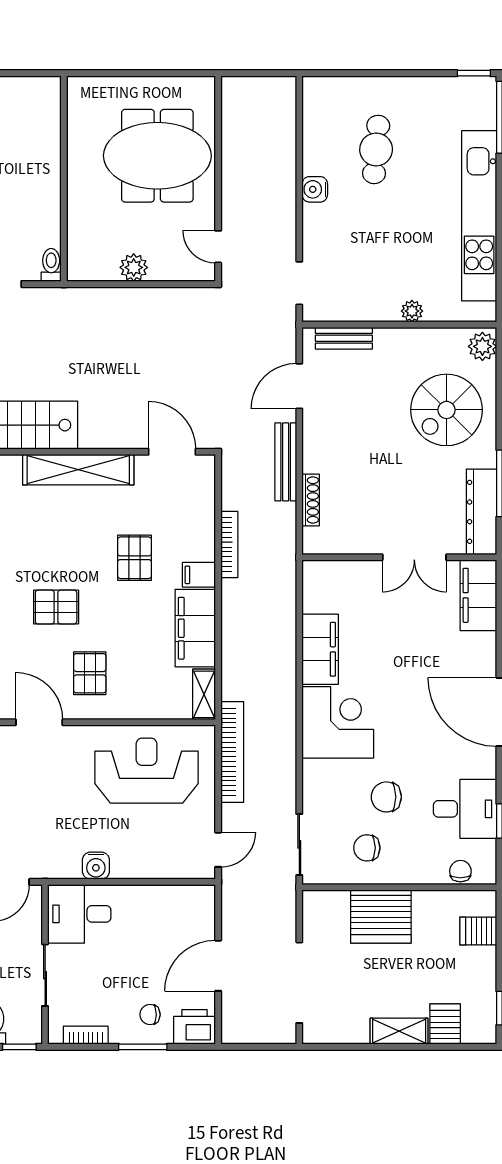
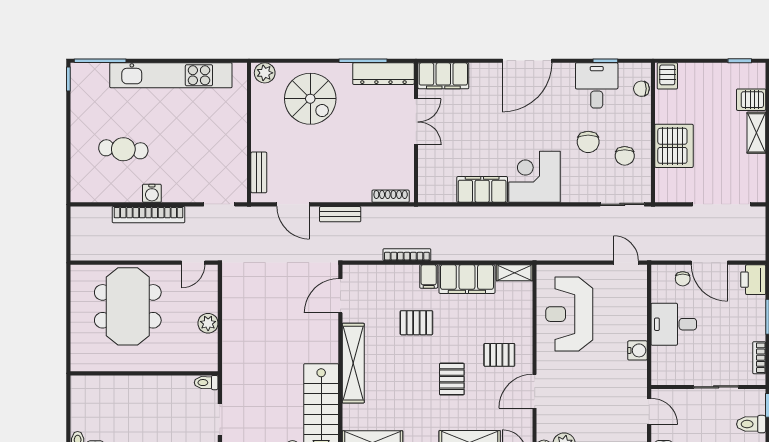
plant: (412, 311) -> (239, 123), removed
bench: (286, 462) -> (340, 214), width x0.73
shoe rack: (311, 500) -> (391, 196), moved
bookcase: (232, 752) -> (148, 215), moved, turned 180
desk: (79, 914) -> (674, 324), moved, turned 90
server rack: (478, 931) -> (667, 76), moved
chair: (150, 1015) -> (683, 279), moved

